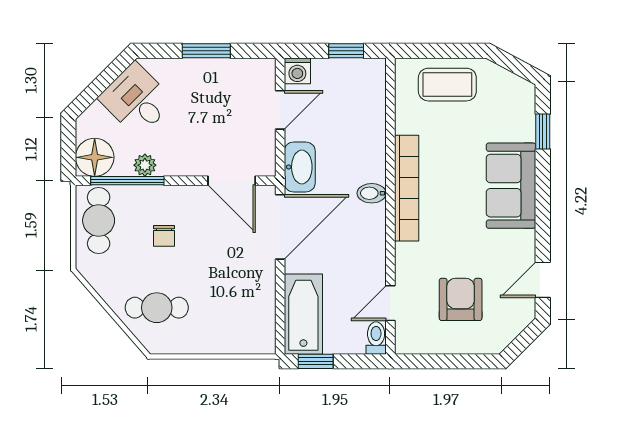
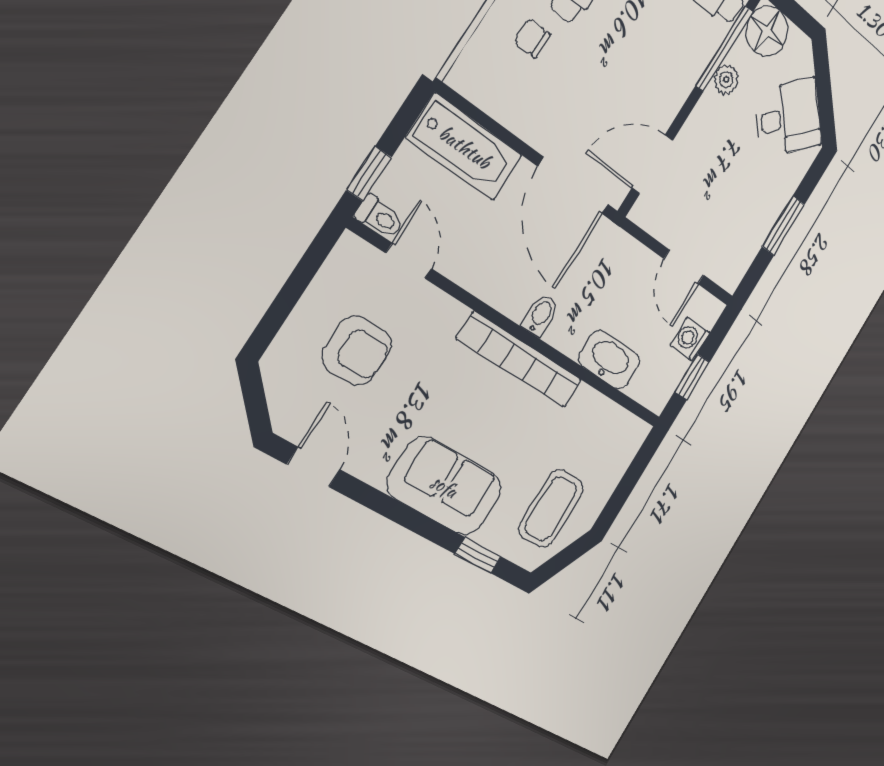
washing machine: (297, 71) -> (690, 339), moved
coffee table: (447, 85) -> (551, 509), moved
washbasin: (300, 167) -> (609, 360), moved, turned 180
chair: (164, 236) -> (532, 38), moved
window: (316, 361) -> (369, 174), moved

